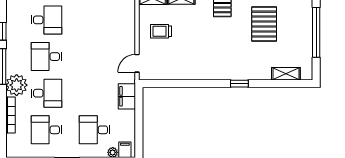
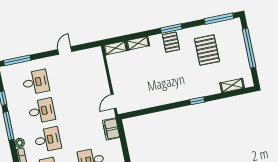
trolley: (161, 31) -> (127, 72), removed
desk: (47, 57) -> (42, 111), turned 180
plant: (17, 85) -> (20, 143), width x0.53, depth x0.53

